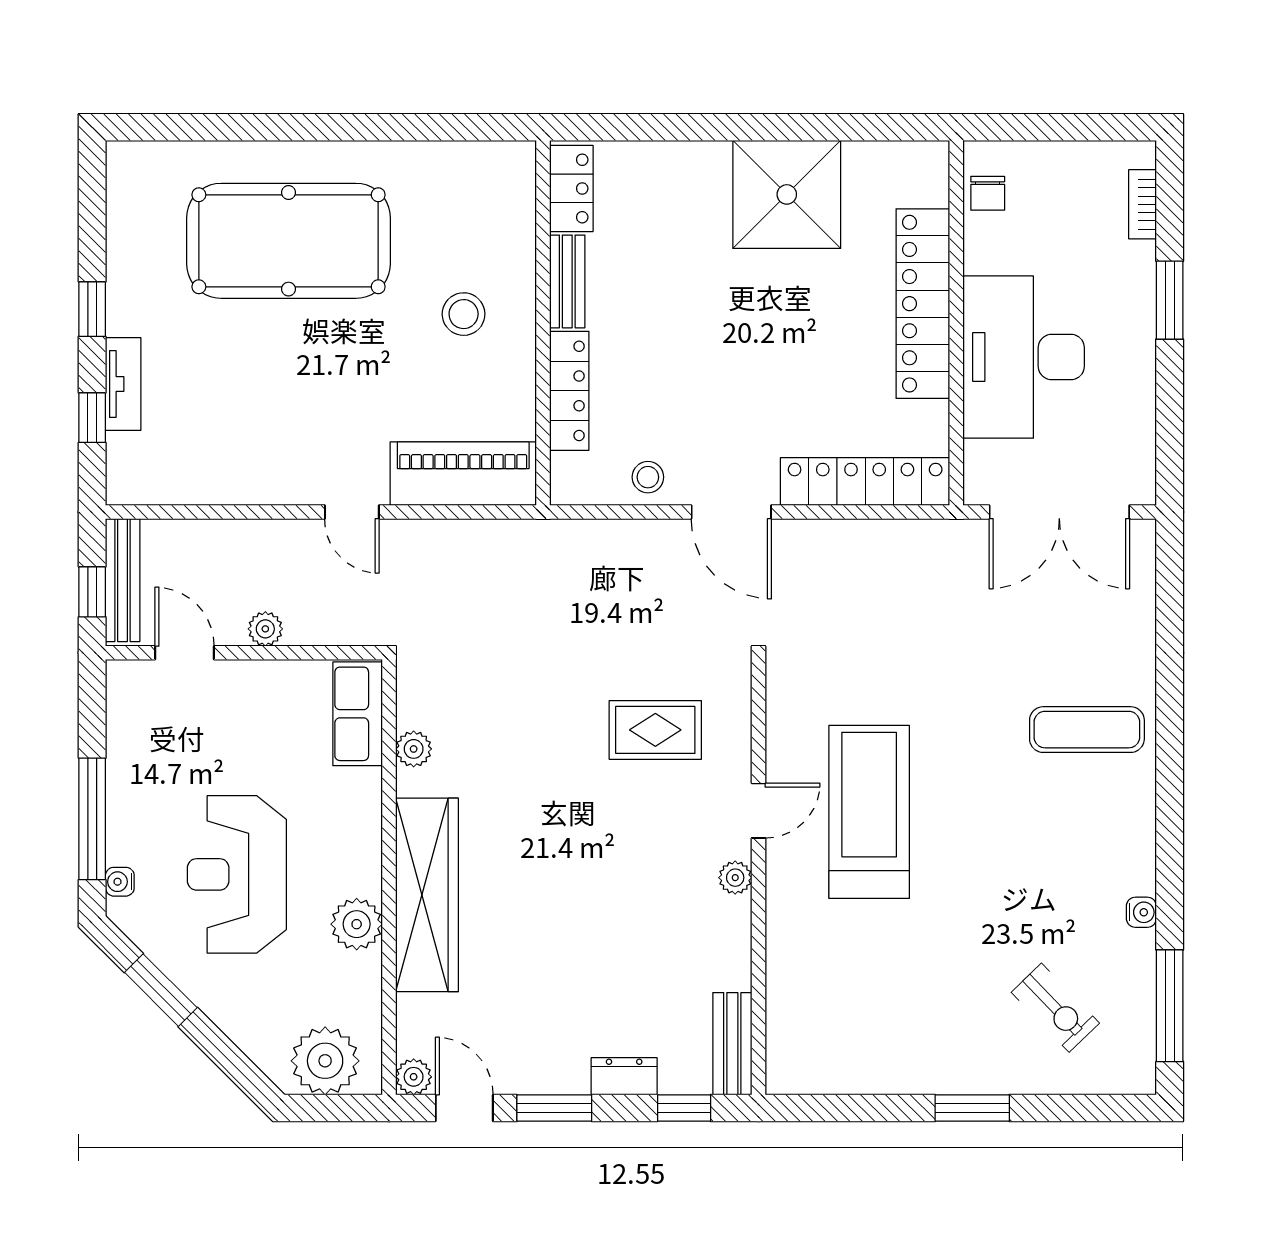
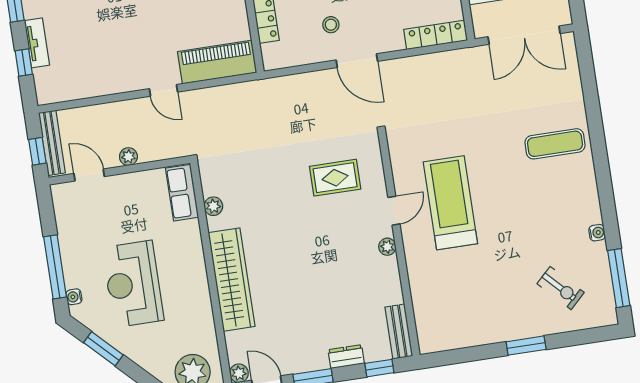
stool: (648, 477) -> (331, 25), moved
locker: (865, 482) -> (436, 35), width x0.71, depth x0.83
plant: (357, 924) -> (198, 300), removed

